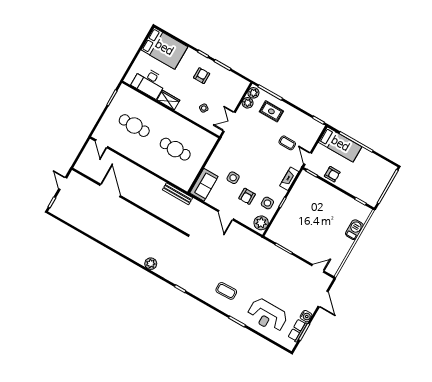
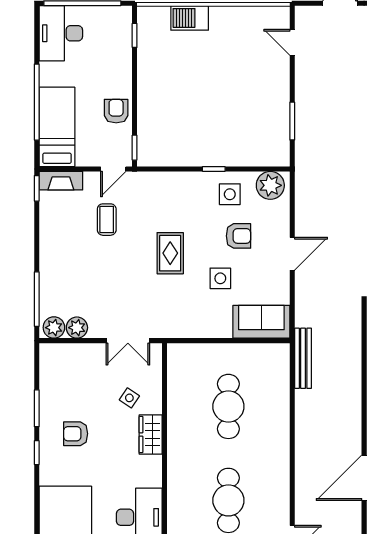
wardrobe: (168, 100) -> (151, 434), moved
rug: (271, 111) -> (170, 253), moved
desk: (380, 170) -> (61, 33), added
fireplace: (289, 179) -> (61, 181), moved

